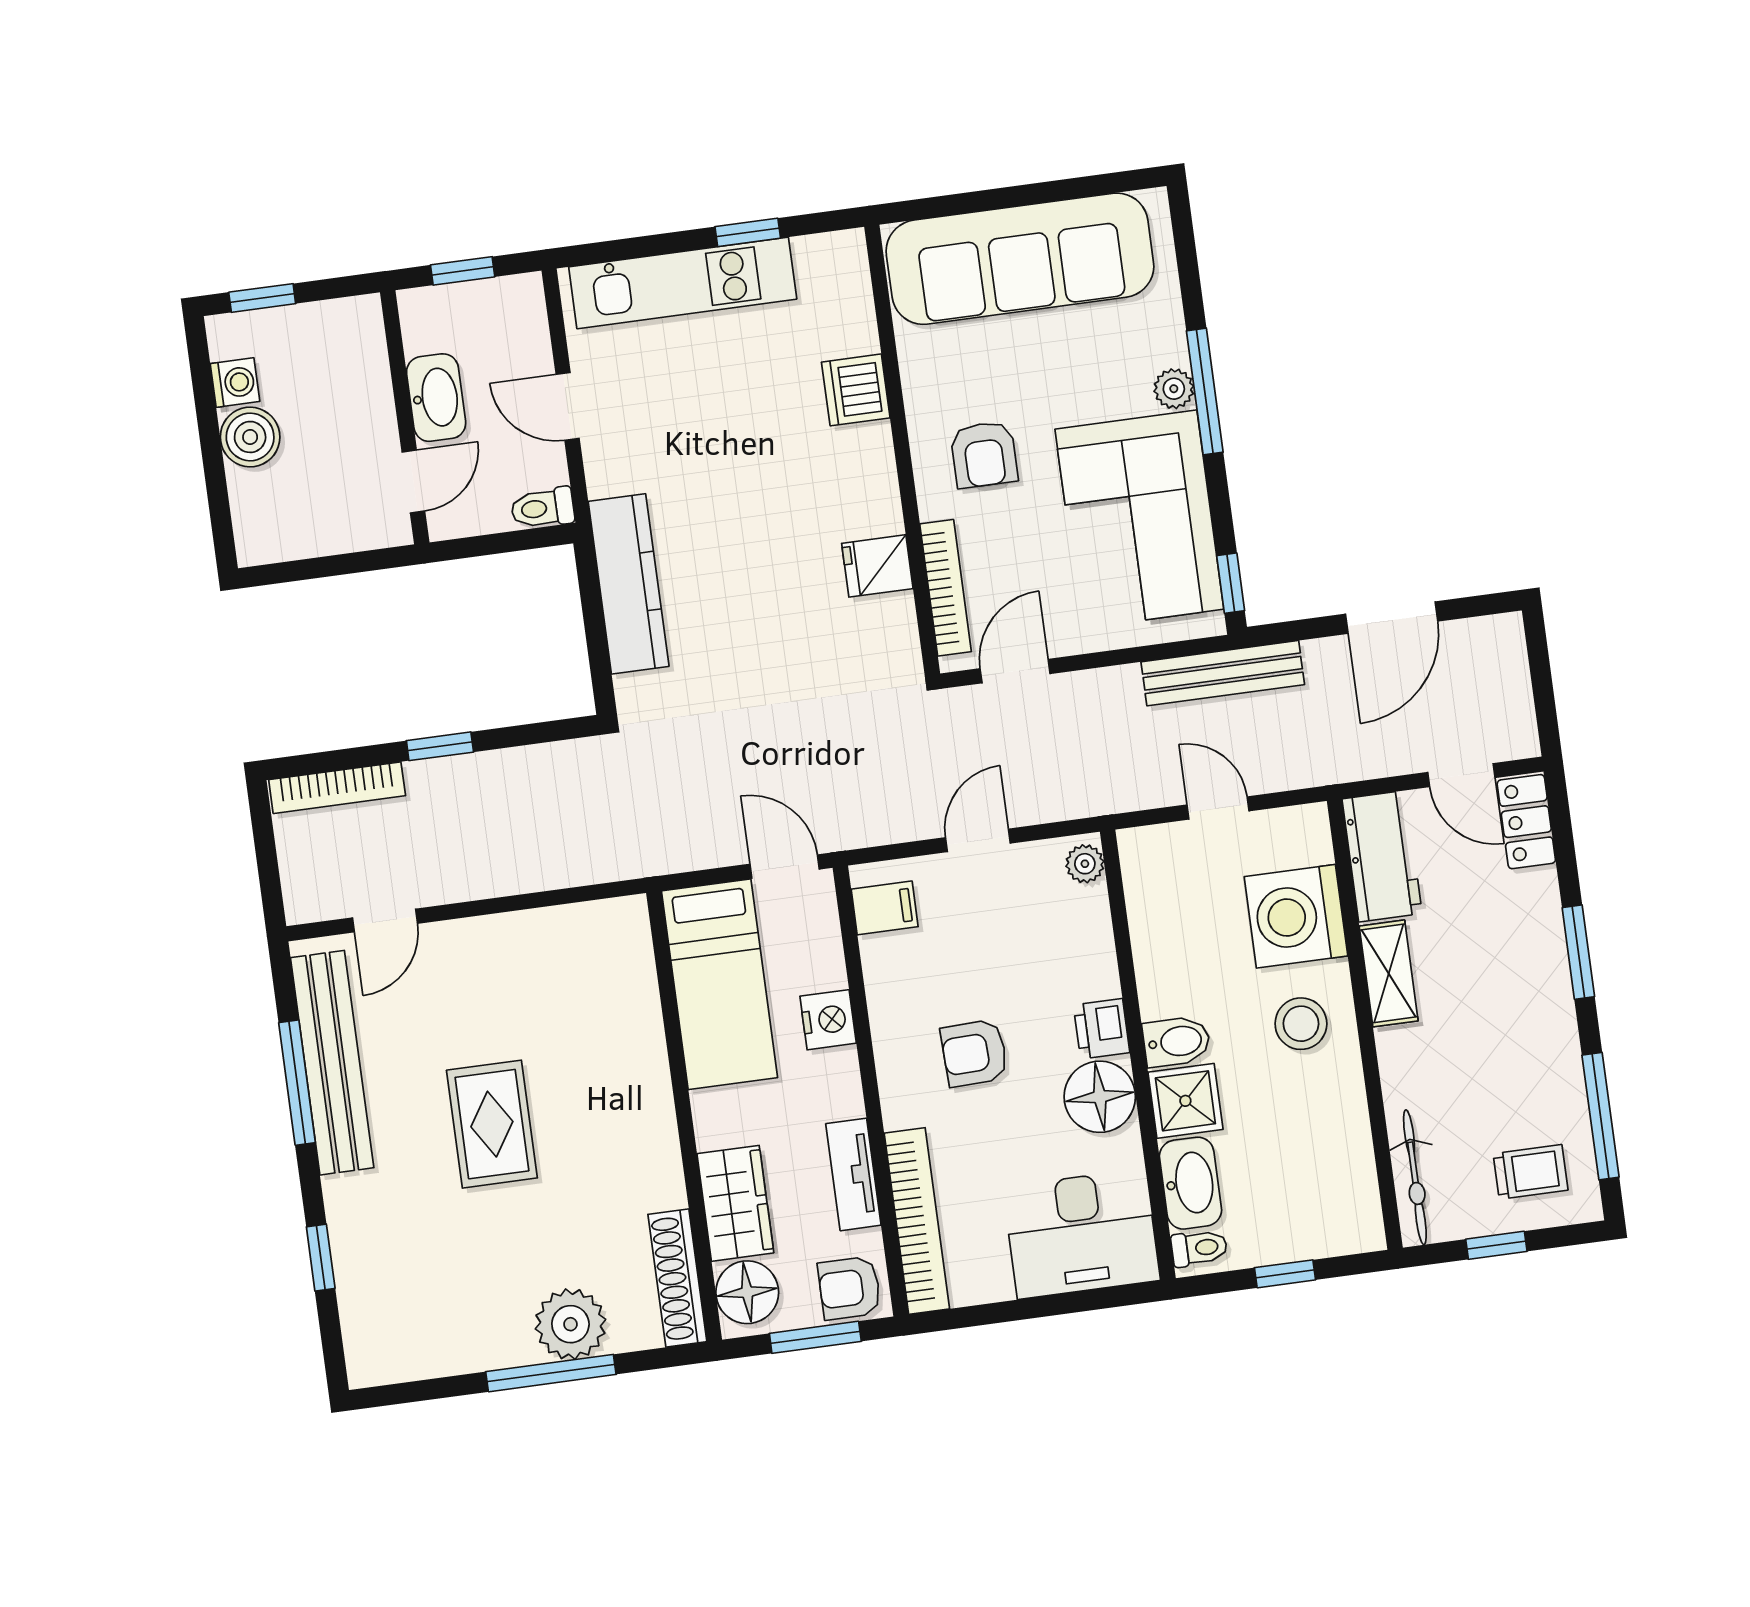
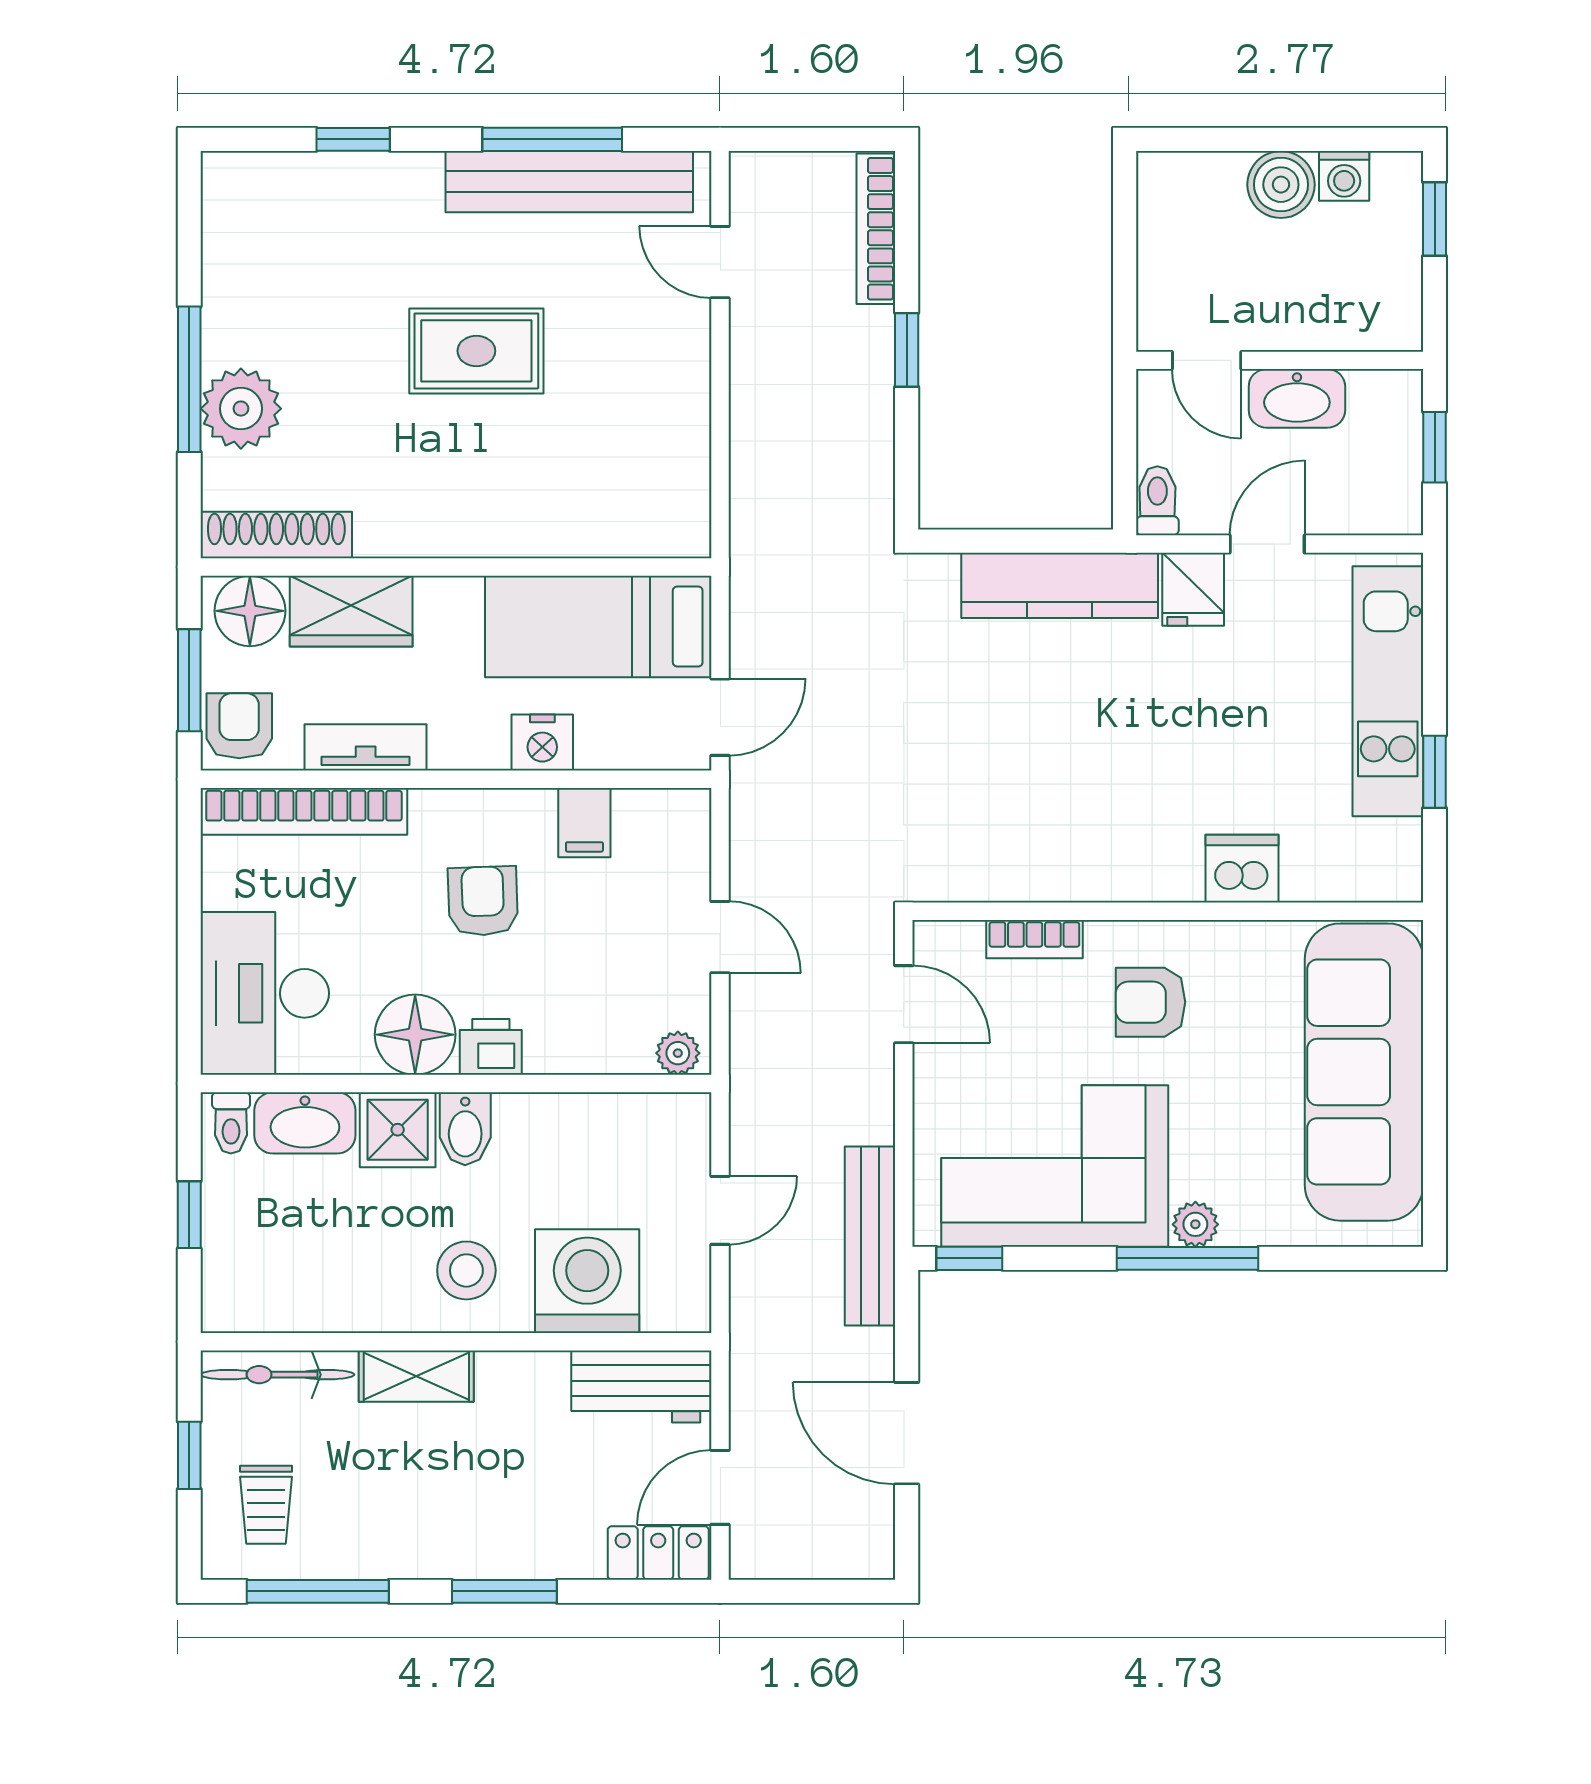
fridge: (877, 566) -> (1193, 589), moved, turned 180
bookcase: (946, 588) -> (1034, 939), width x0.64
filing cabinet: (885, 908) -> (584, 823), moved
shelving: (1389, 973) -> (416, 1376), moved

